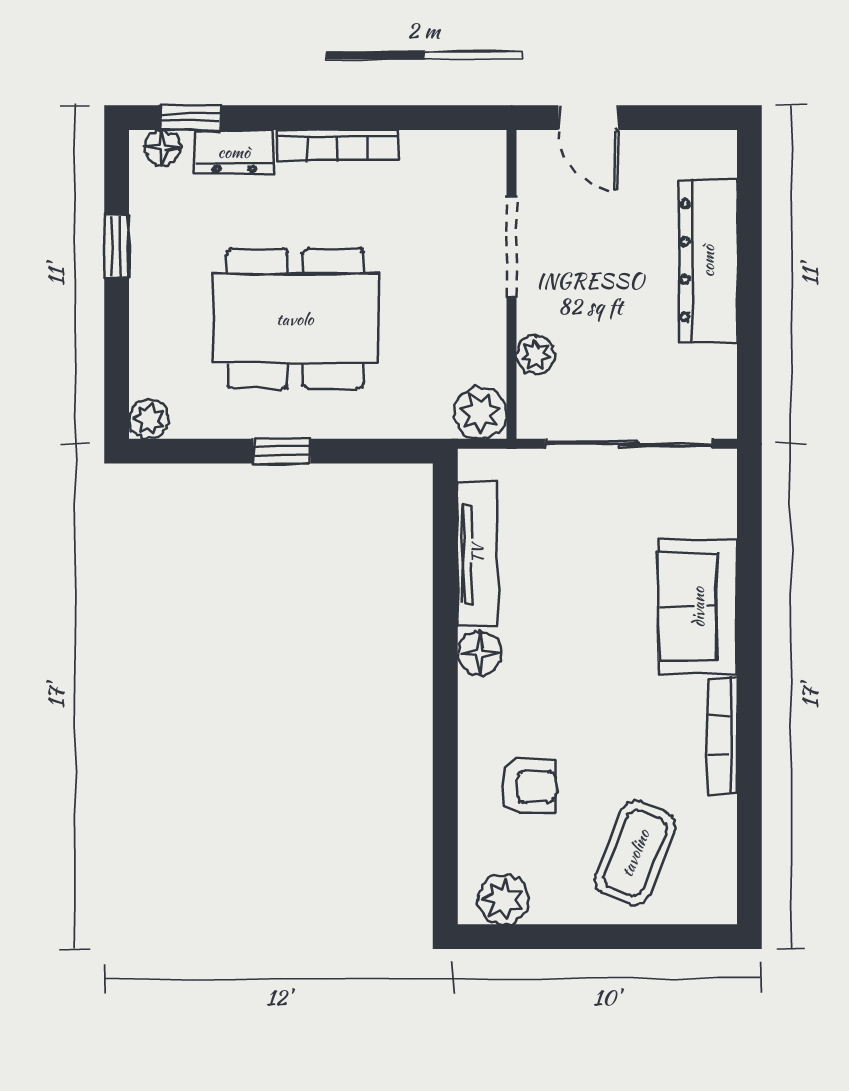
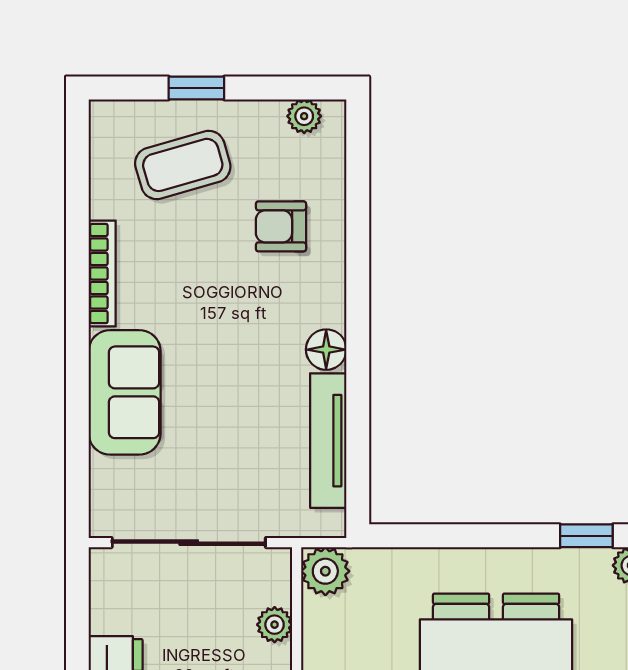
window: (282, 451) -> (586, 536), moved
coffee table: (635, 853) -> (183, 165), turned 52
plant: (503, 899) -> (304, 116), width x0.73, depth x0.73
window: (620, 937) -> (196, 88), added

